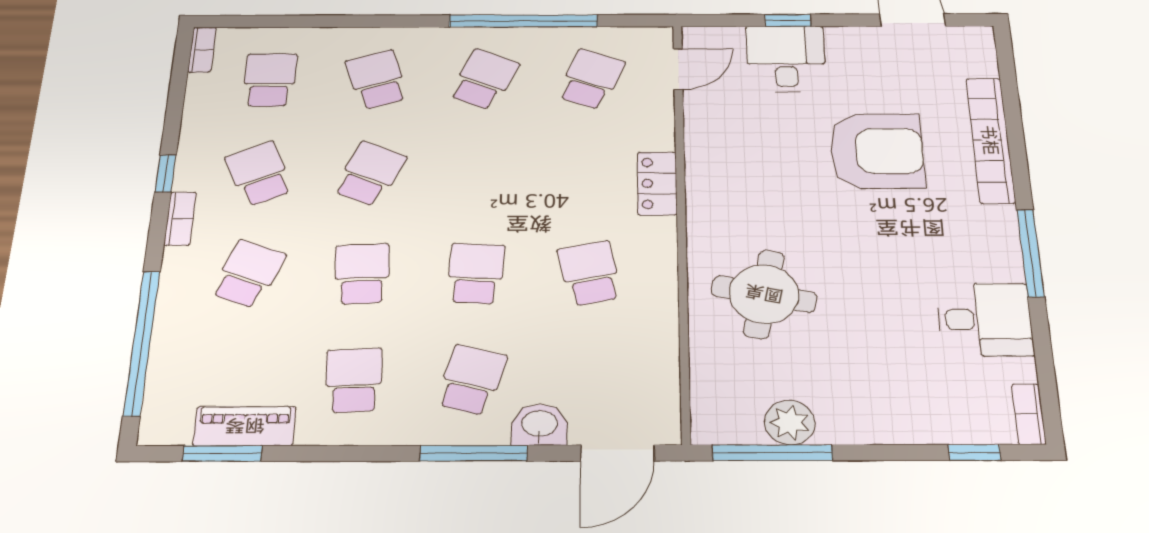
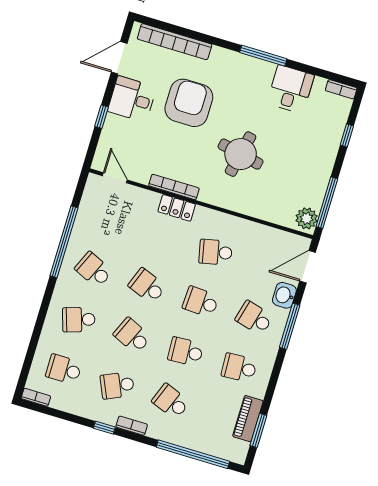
desk: (786, 59) -> (132, 99), moved
school desk: (591, 79) -> (147, 286), moved
bookcase: (990, 140) -> (175, 42), moved
bookcase: (698, 168) -> (174, 187), added
round table: (764, 294) -> (241, 154), moved
plant: (790, 423) -> (307, 218), moved
window: (975, 452) -> (347, 135), moved
door: (617, 453) -> (308, 267), swing flipped

